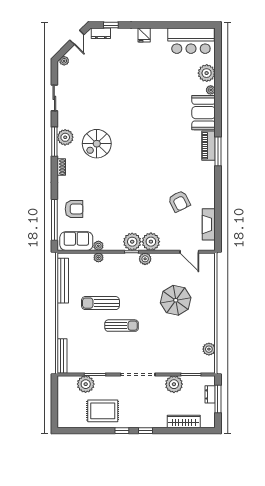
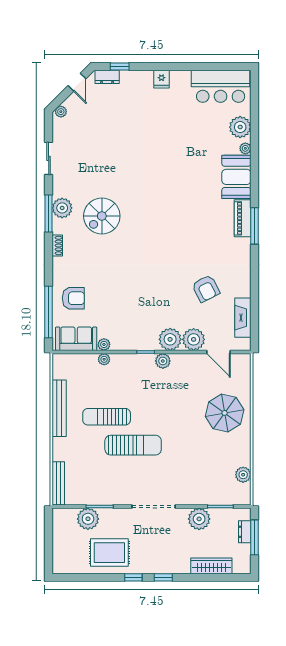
plant: (132, 242) -> (194, 339), moved
bench: (63, 281) -> (59, 408), moved
parasol: (176, 300) -> (225, 413), moved
sun lounger: (122, 326) -> (133, 445), width x1.36, depth x1.34

